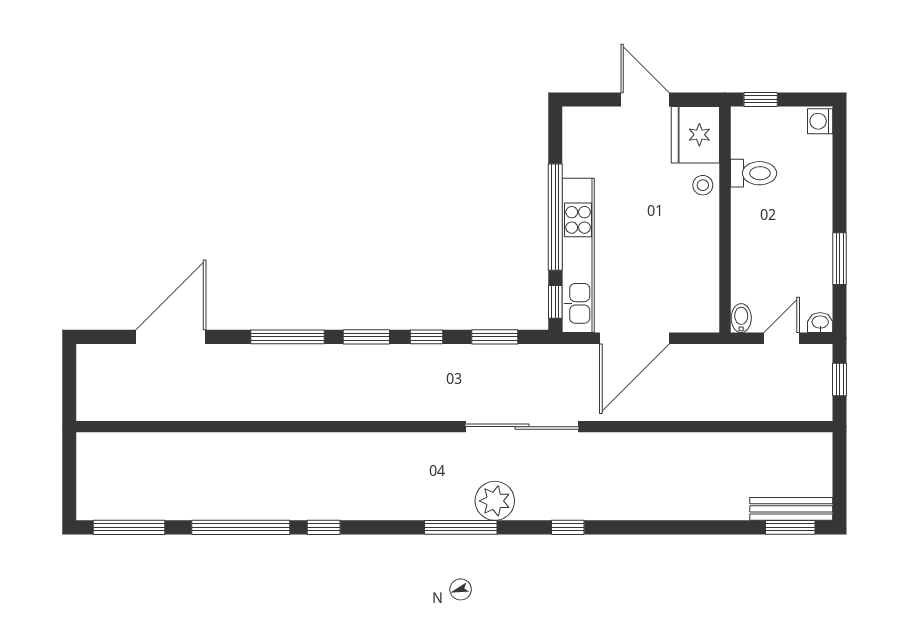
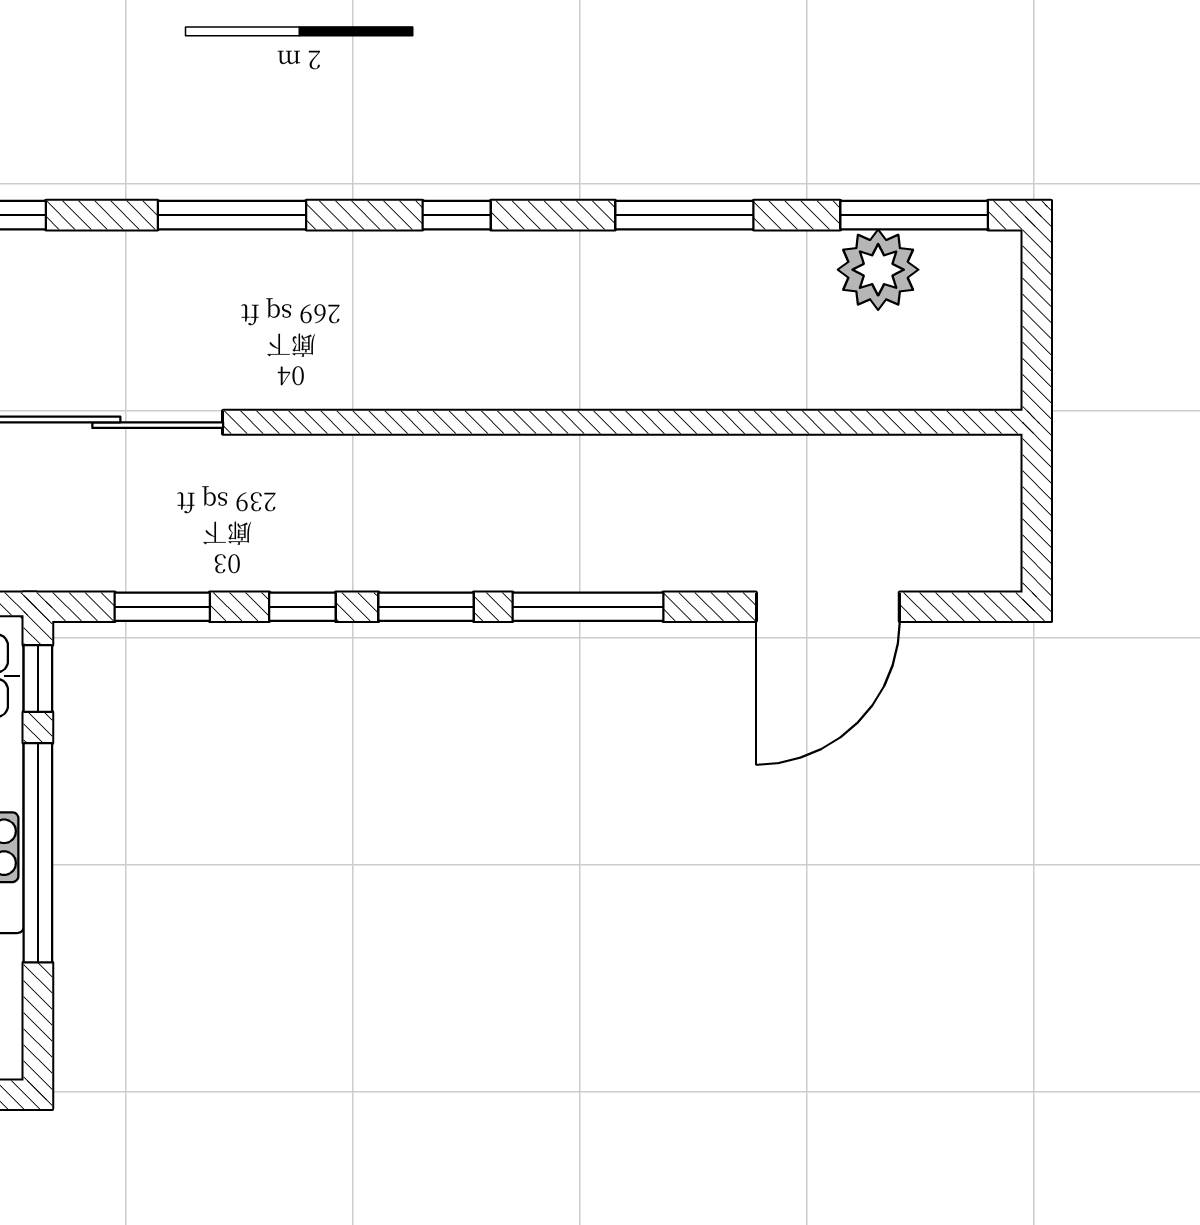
plant: (495, 501) -> (878, 270), moved
window: (241, 527) -> (684, 215), width x0.68
window: (324, 527) -> (457, 215), moved

